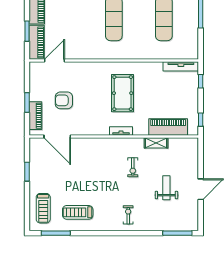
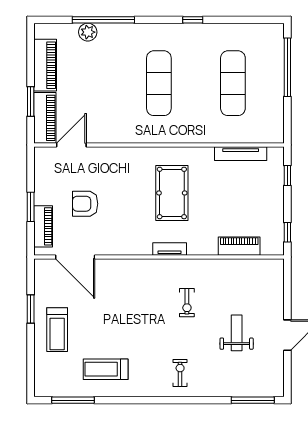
tv unit: (181, 66) -> (241, 154), moved
piano: (168, 127) -> (239, 246), width x0.73, depth x0.75
shelving: (156, 143) -> (221, 266), removed
treadmill: (43, 208) -> (57, 330), moved

